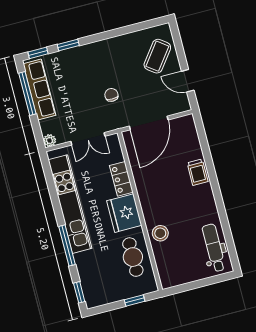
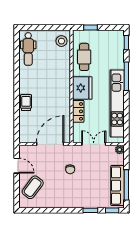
stool: (160, 233) -> (62, 41), moved

